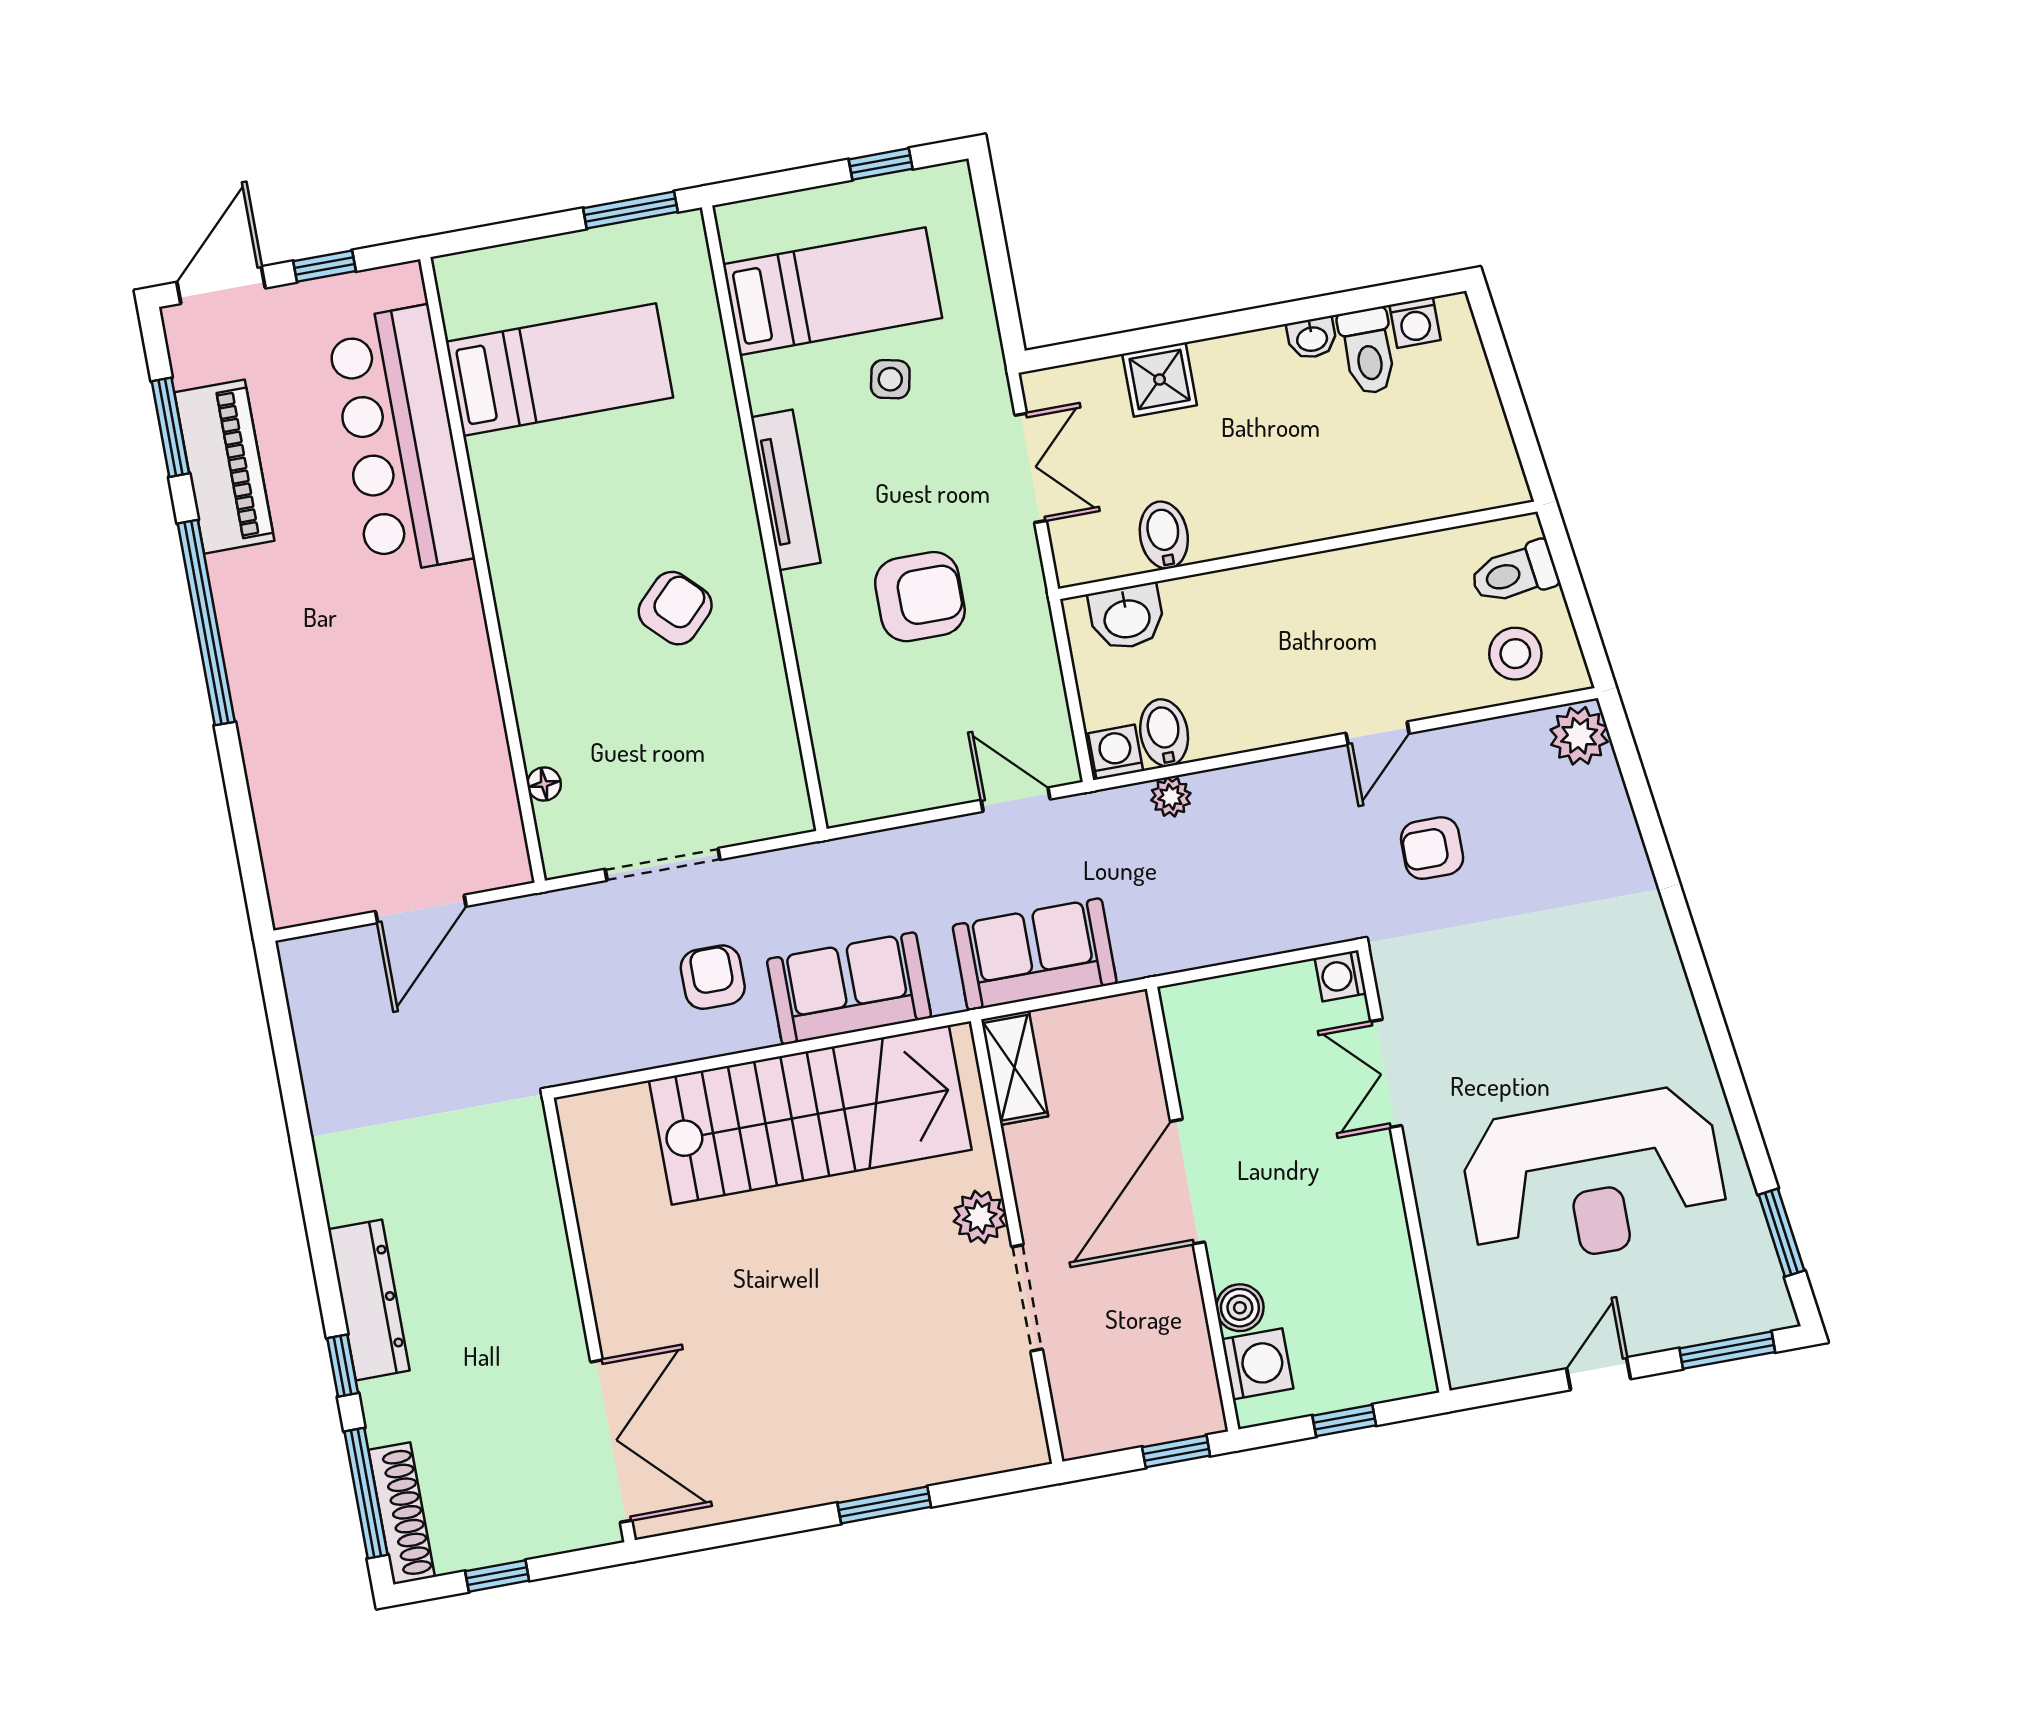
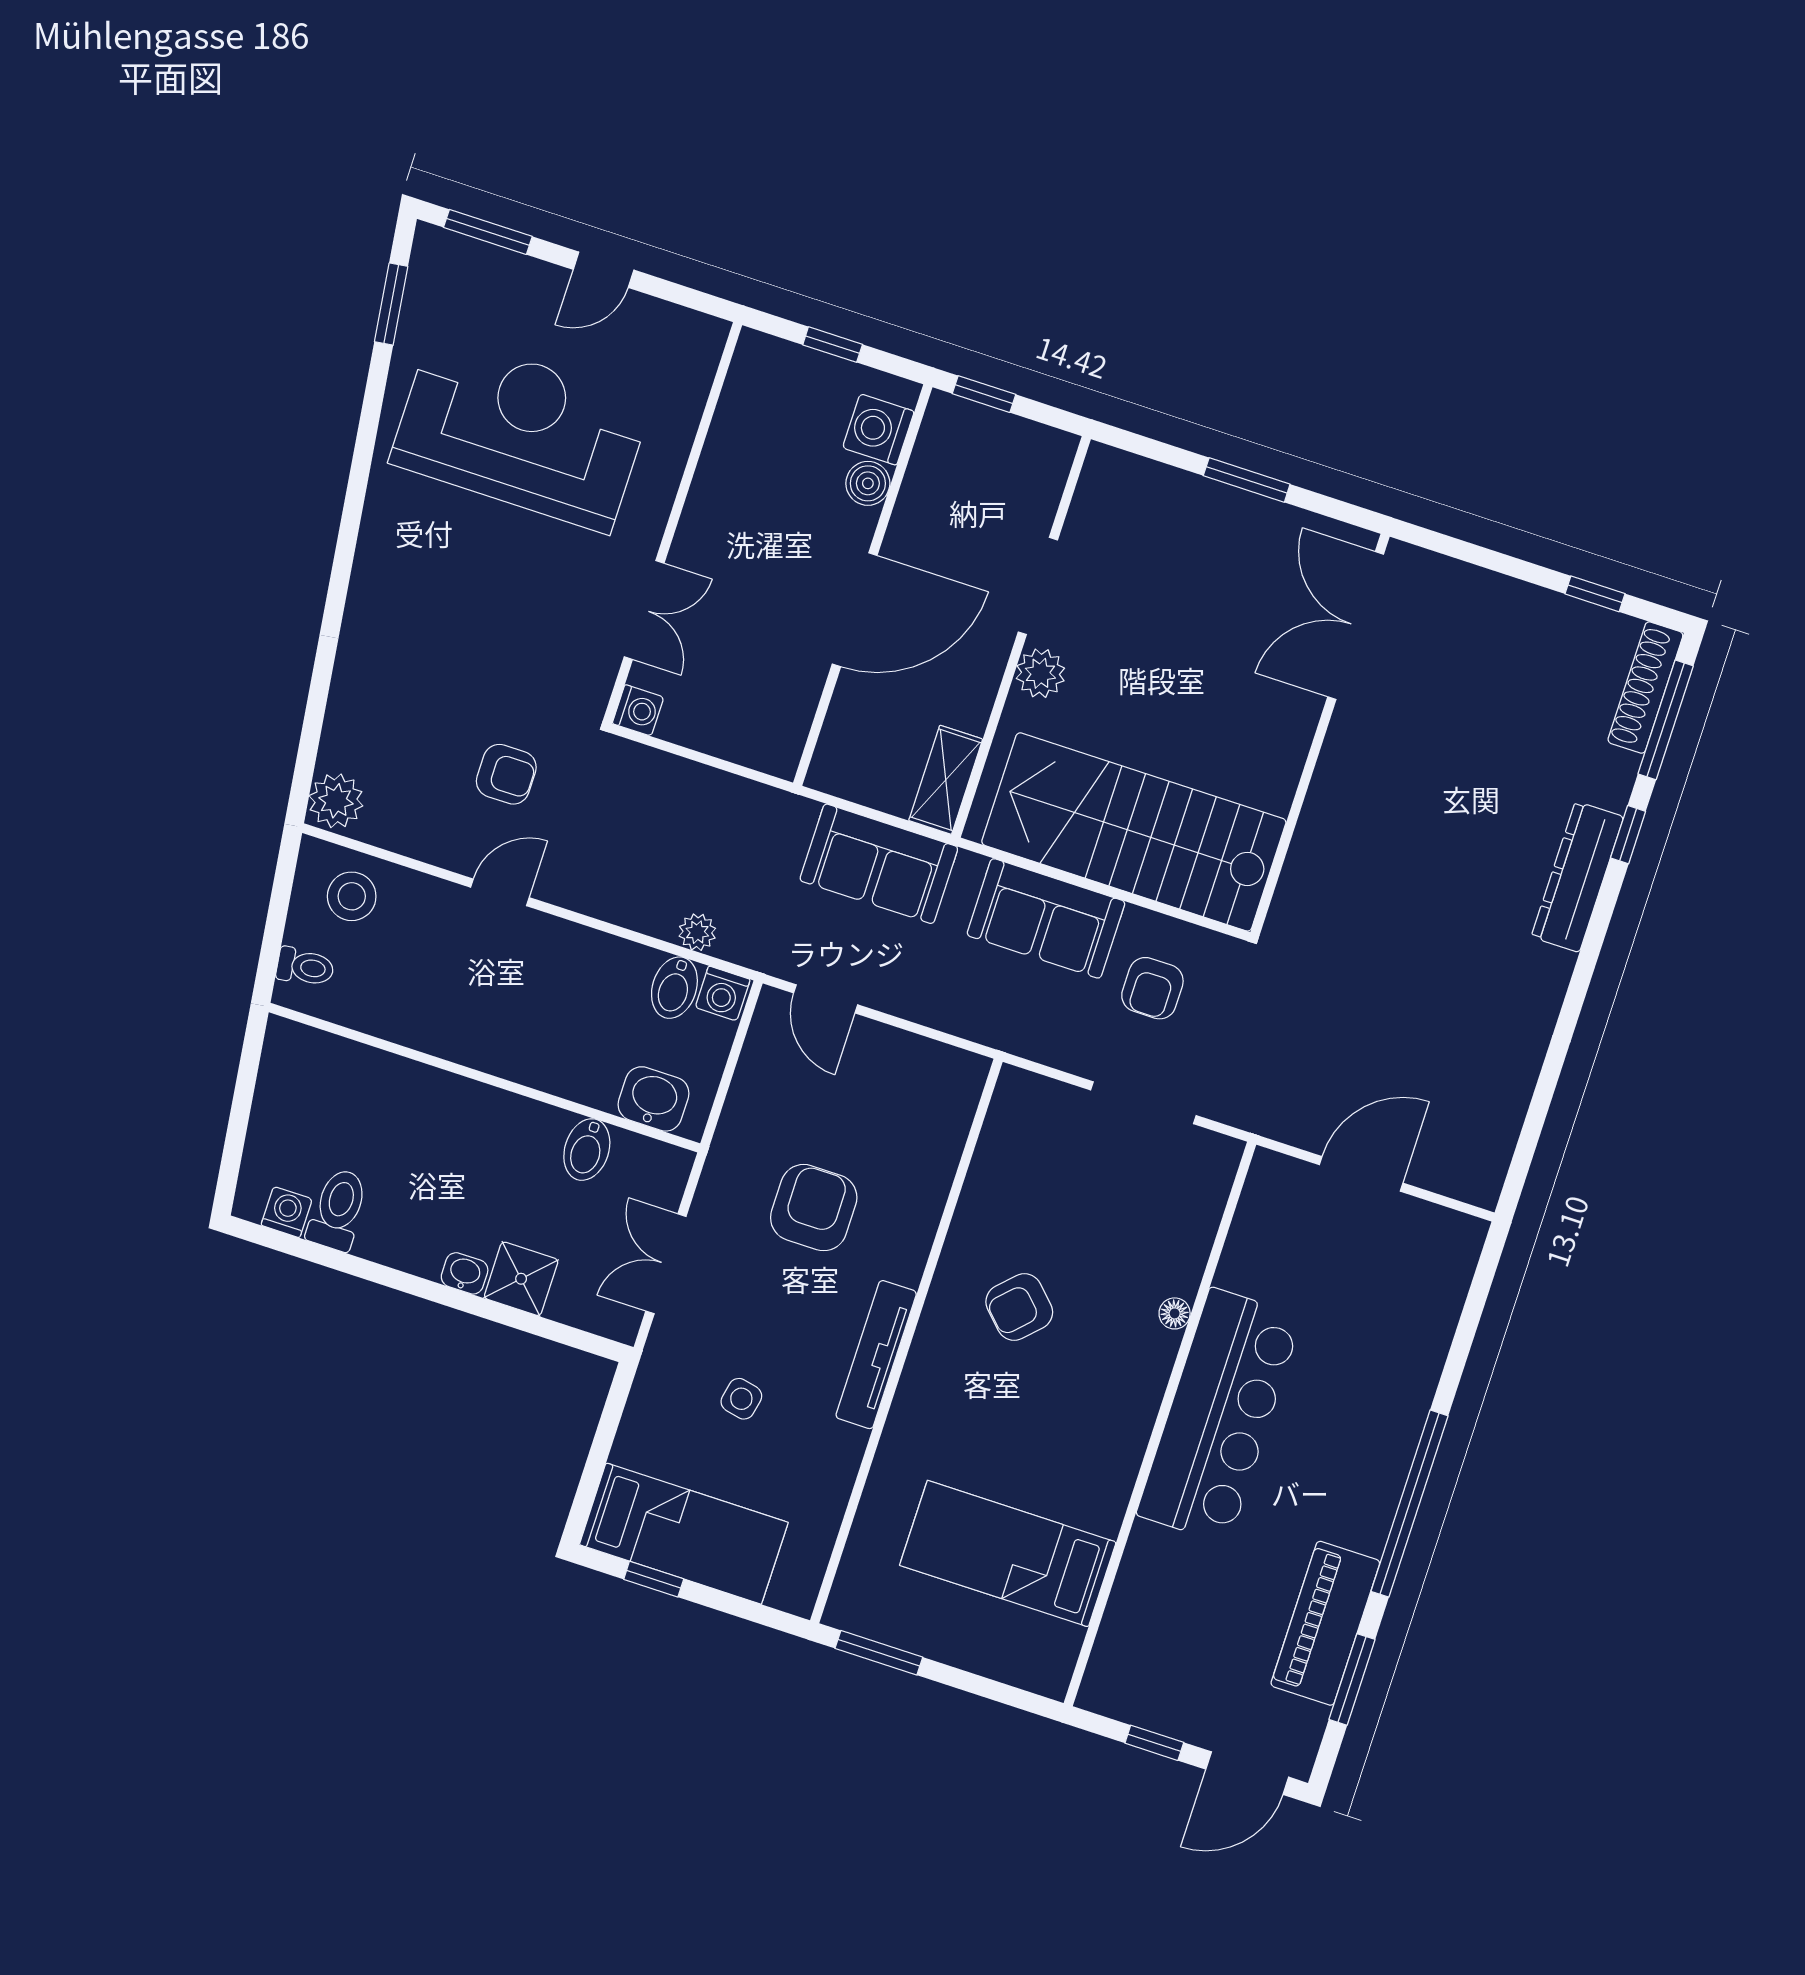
bed: (832, 291) -> (684, 1534), moved, turned 180
washbasin: (1312, 338) -> (465, 1273), moved
bar counter: (400, 440) -> (1219, 1416), moved
toilet: (1514, 573) -> (305, 967), width x0.73, depth x0.72
armchair: (920, 597) -> (814, 1208), turned 90
floor lamp: (544, 784) -> (1175, 1313), moved
wall: (589, 1320) -> (1320, 734), moved
double door: (611, 1441) -> (1356, 625), moved

